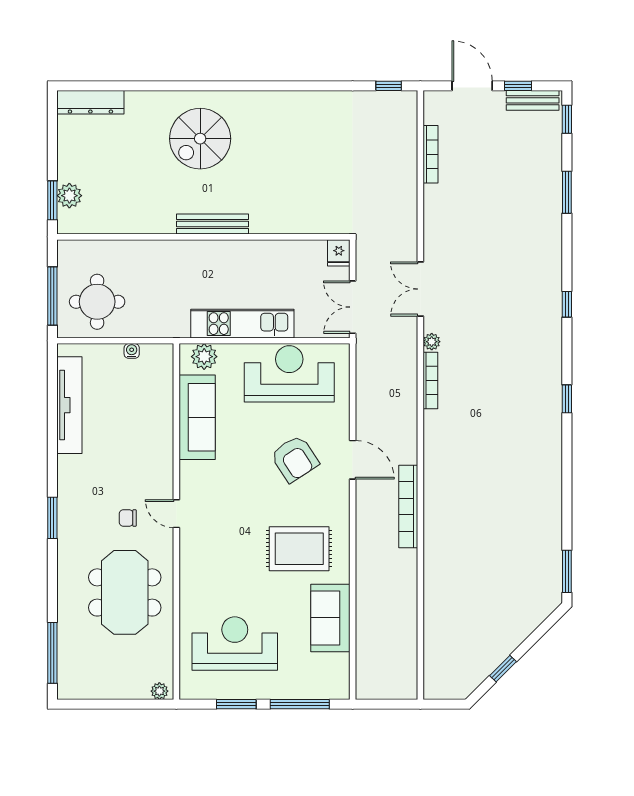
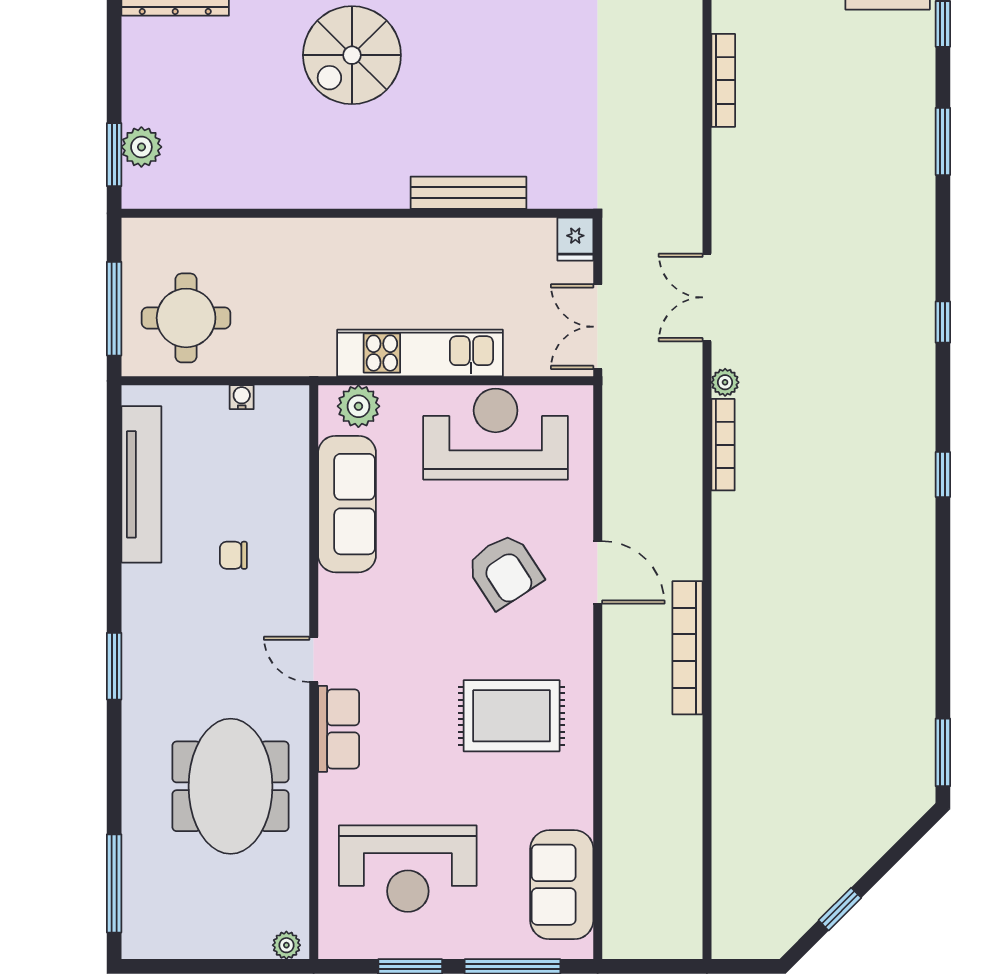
bench: (212, 224) -> (468, 193), moved
chair: (128, 518) -> (233, 555), moved
row of seats: (192, 557) -> (339, 729), added
sofa: (330, 618) -> (562, 885), moved
reception desk: (235, 644) -> (408, 869), turned 180

